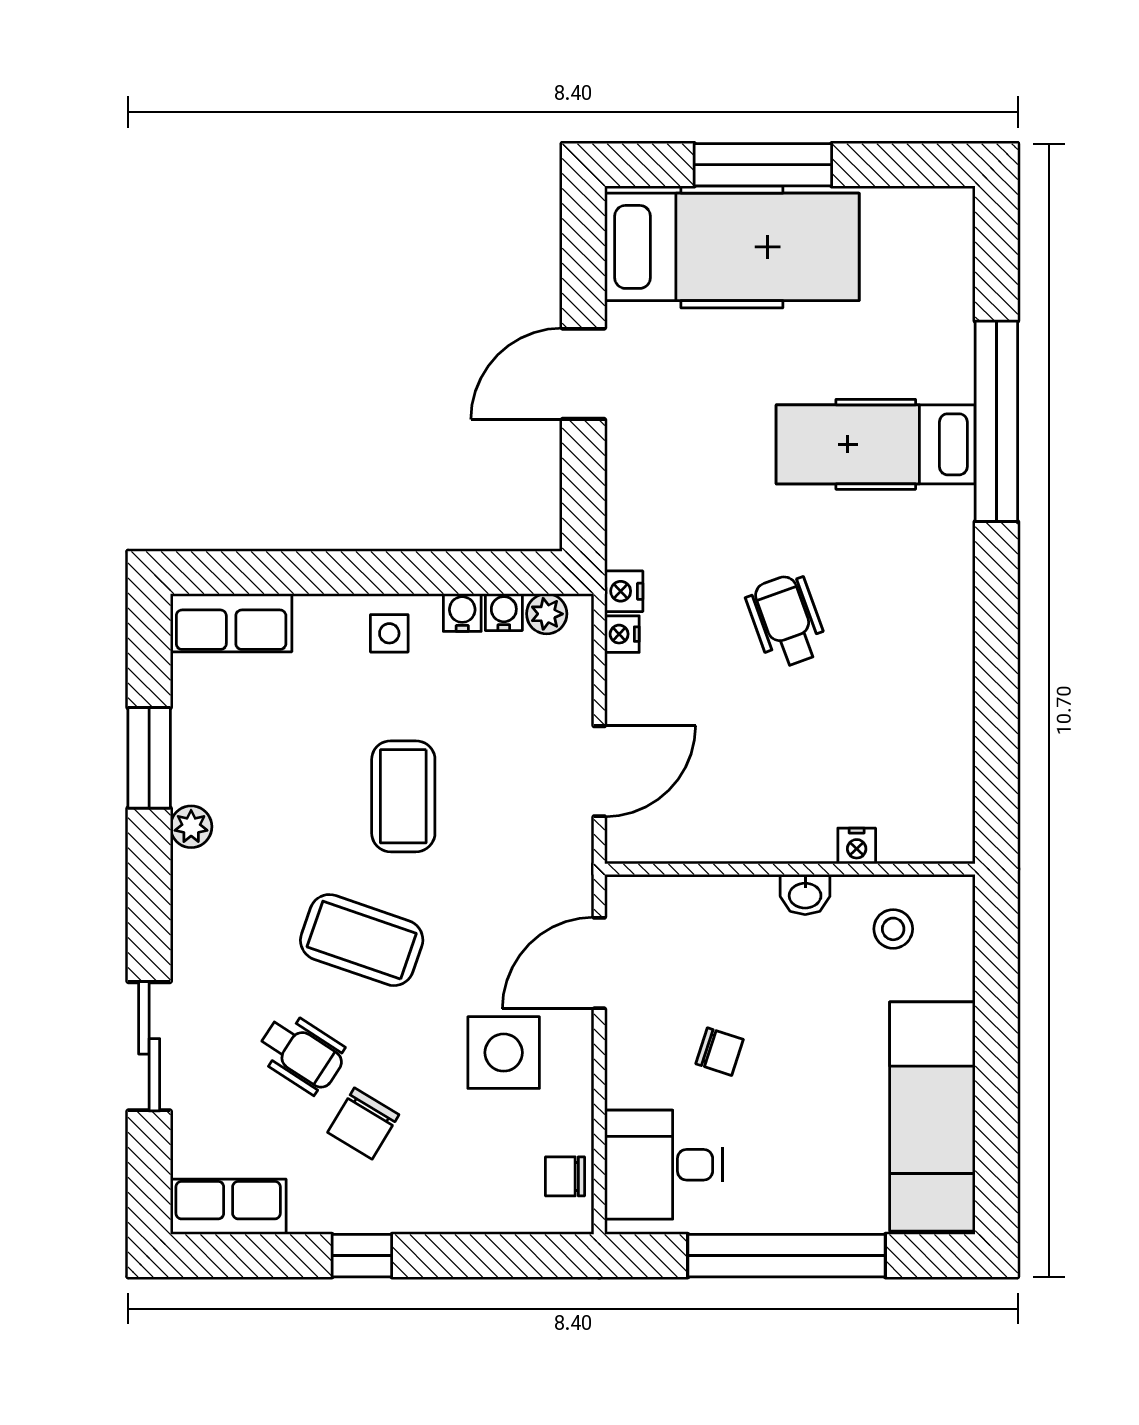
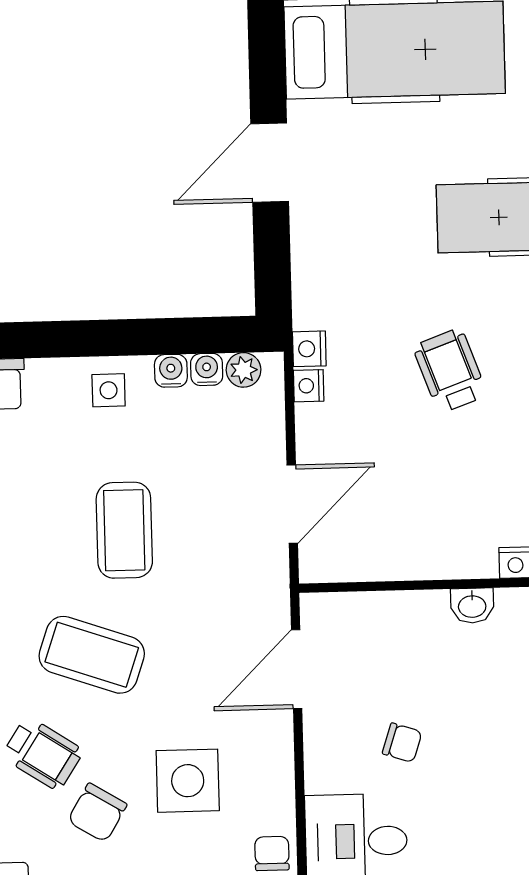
side table: (504, 1053) -> (188, 781), moved
chair: (565, 1176) -> (272, 854), turned 90

